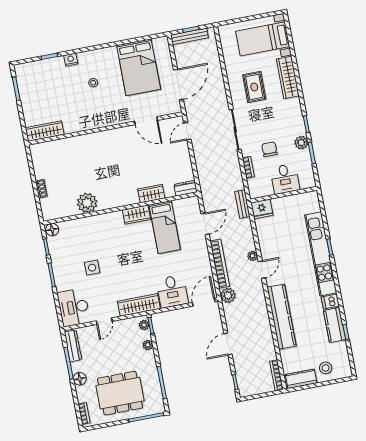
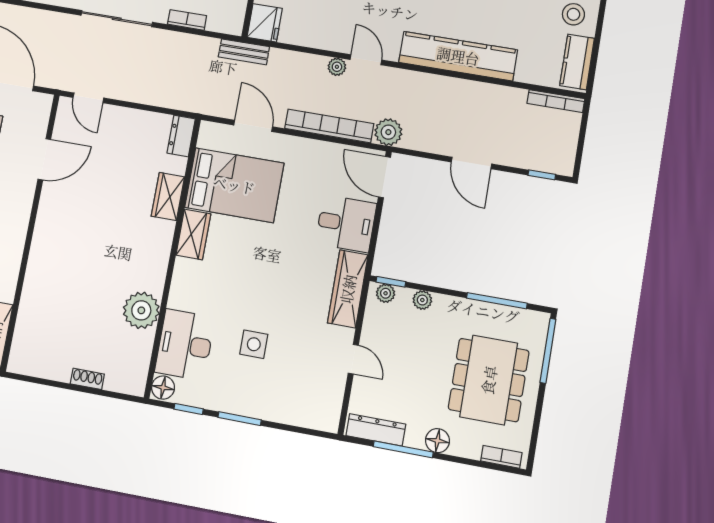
bed: (165, 227) -> (234, 185), width x1.50
desk: (74, 307) -> (185, 345), moved, turned 90

